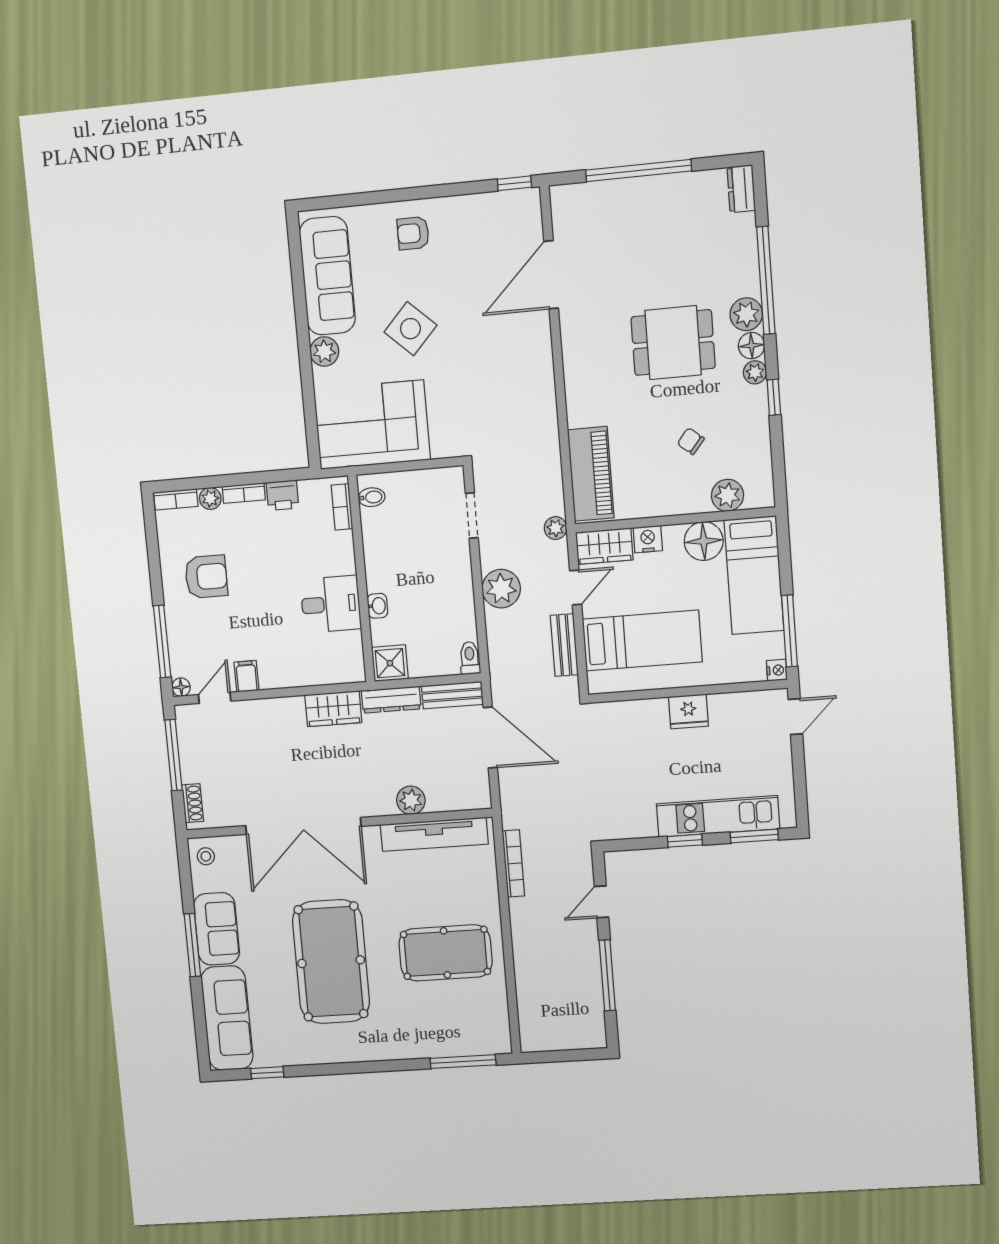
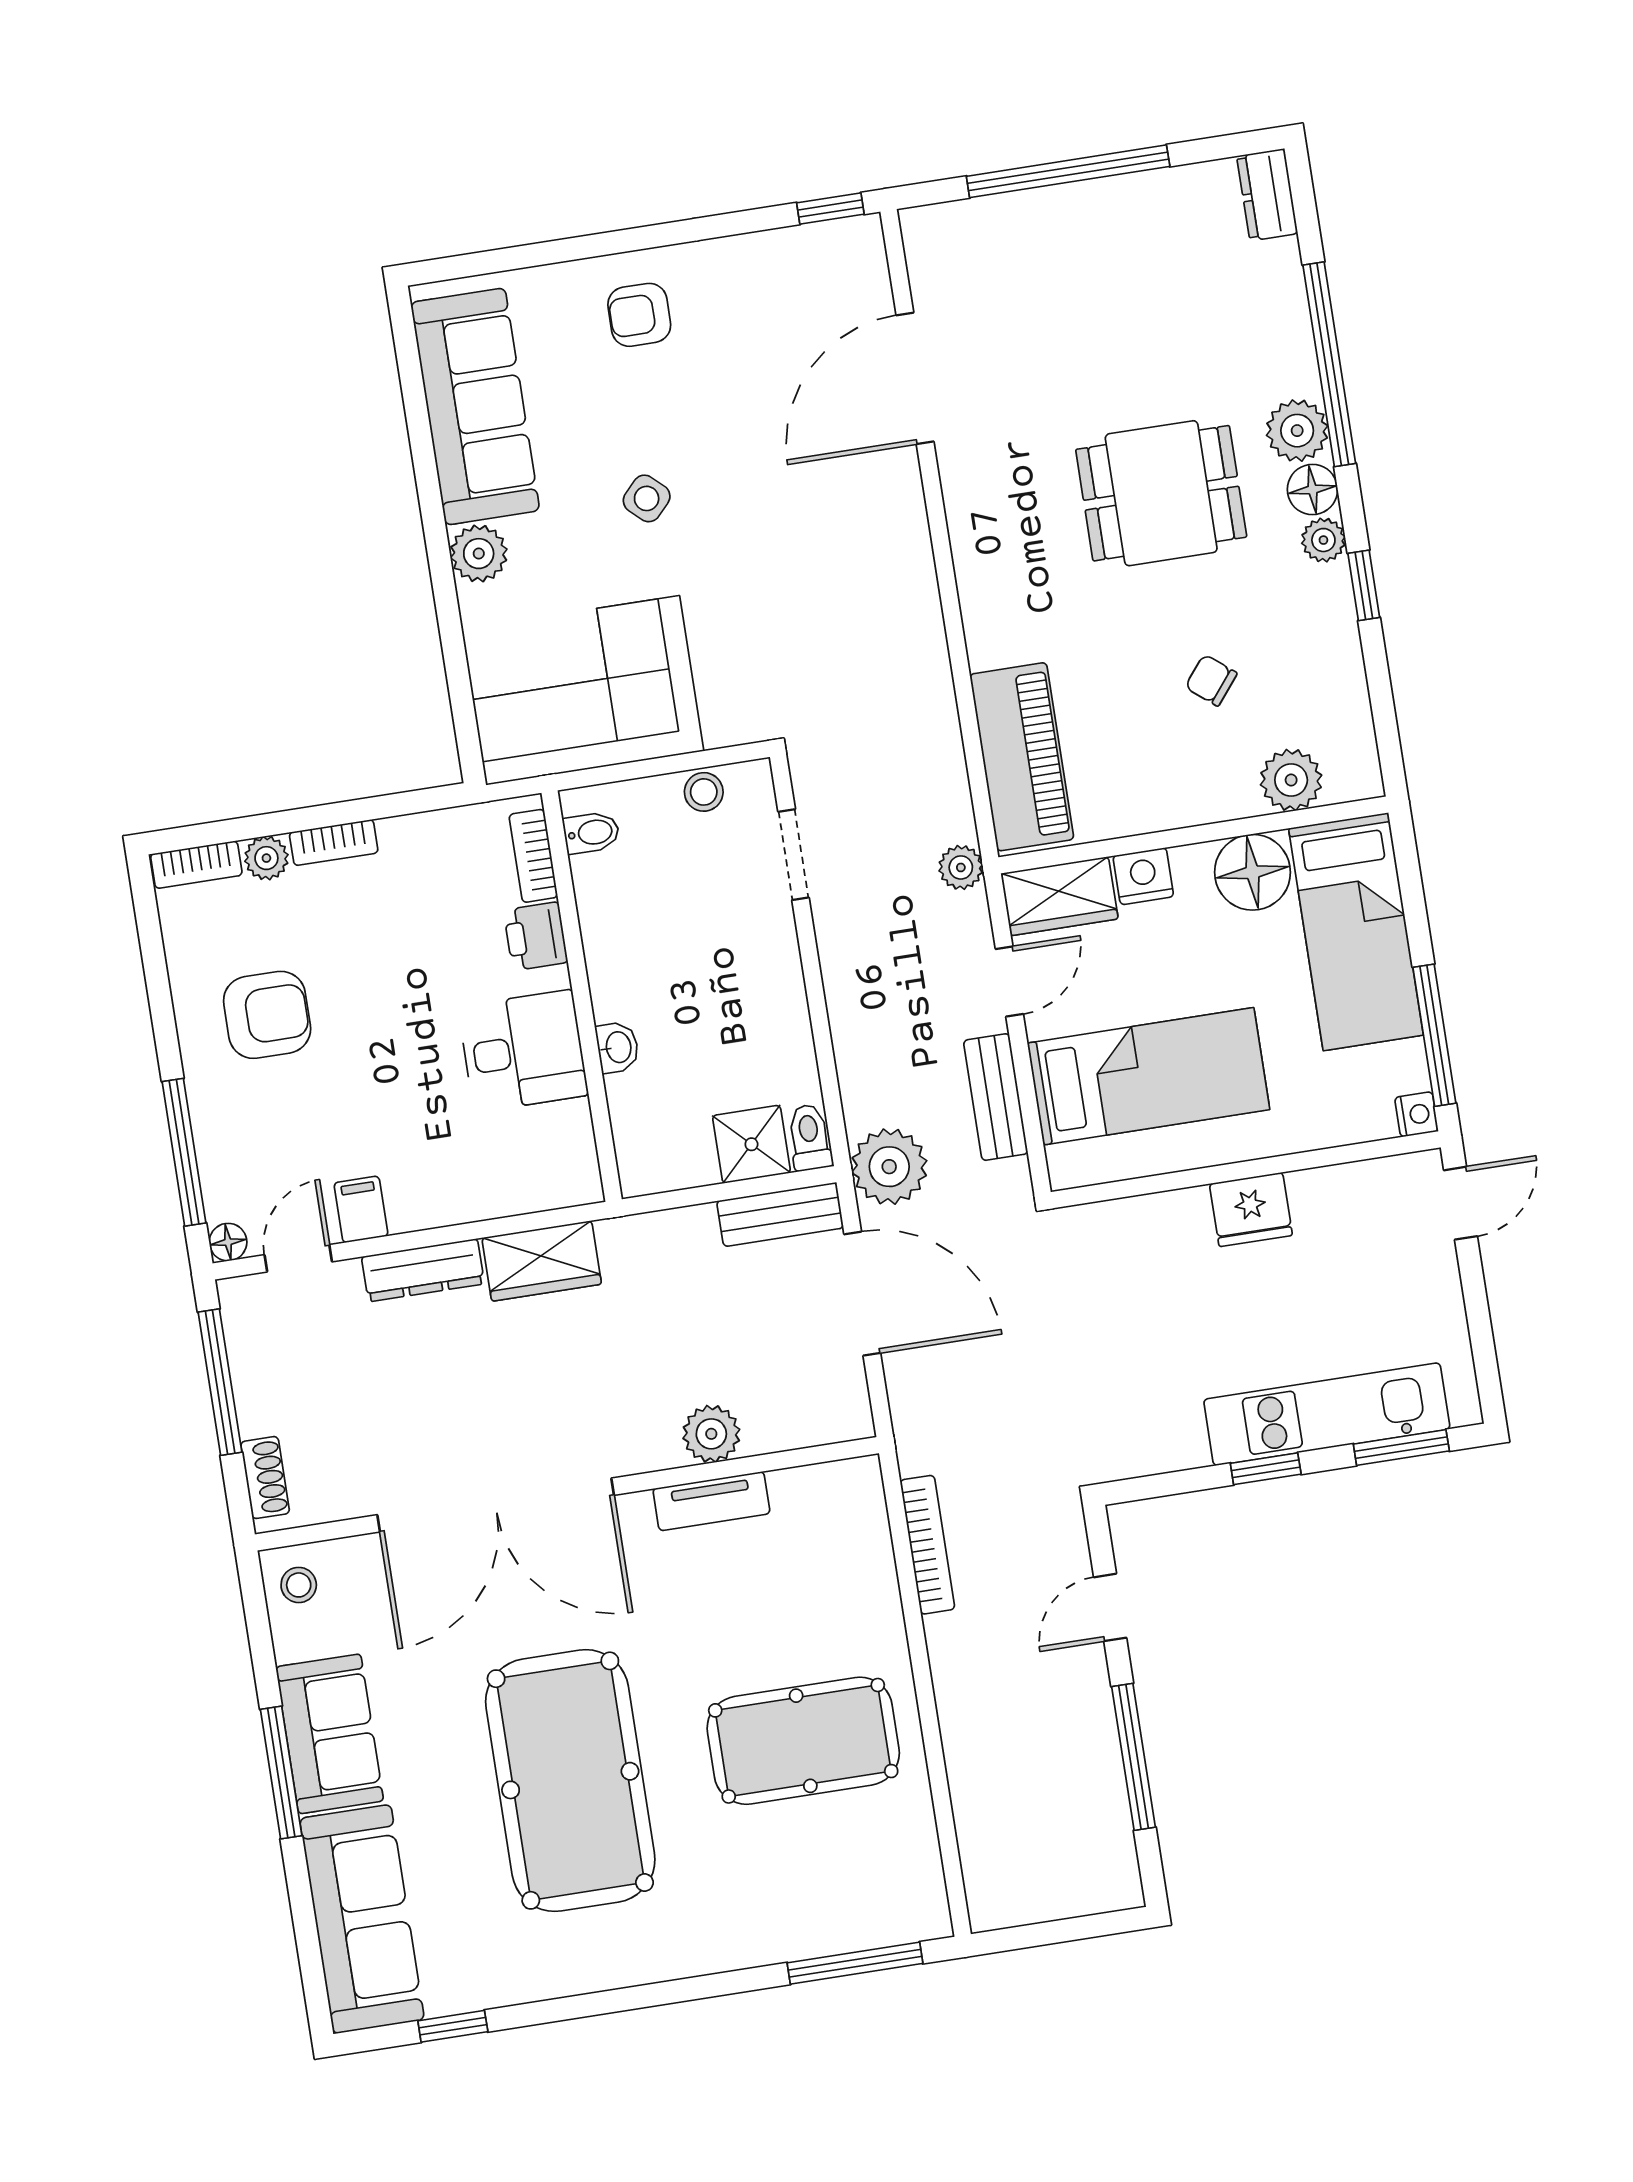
side table: (410, 329) -> (647, 498), width x0.54, depth x0.54
stool: (429, 481) -> (704, 792), added
printer: (282, 495) -> (536, 936), moved, turned 90
plant: (501, 589) -> (889, 1167), moved
shower: (390, 663) -> (751, 1144), moved
dresser: (391, 700) -> (423, 1270), moved
tv unit: (434, 834) -> (711, 1501), width x0.52, depth x0.78

